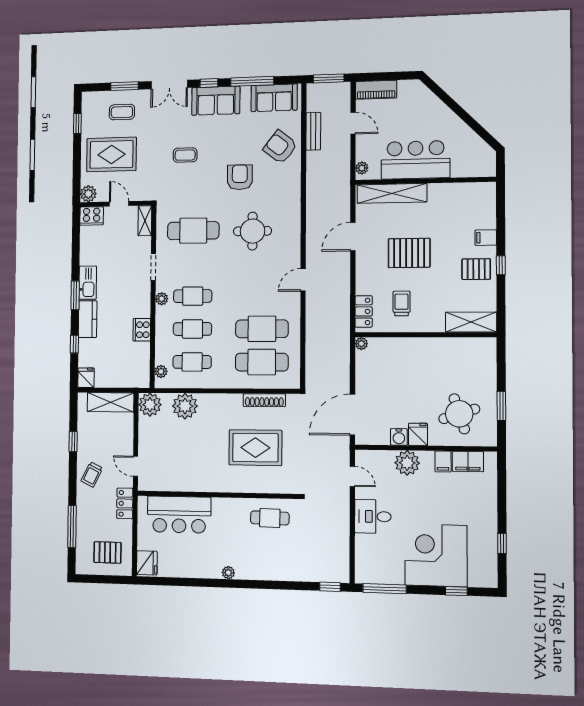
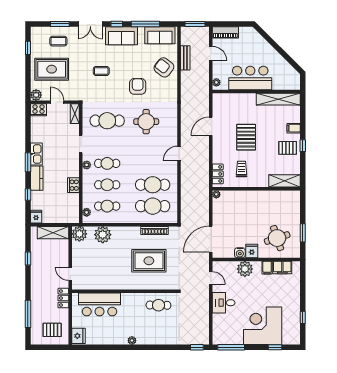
shelving: (392, 193) -> (278, 99), moved
pallet: (409, 253) -> (246, 137), turned 90
trolley: (92, 475) -> (41, 280), removed

